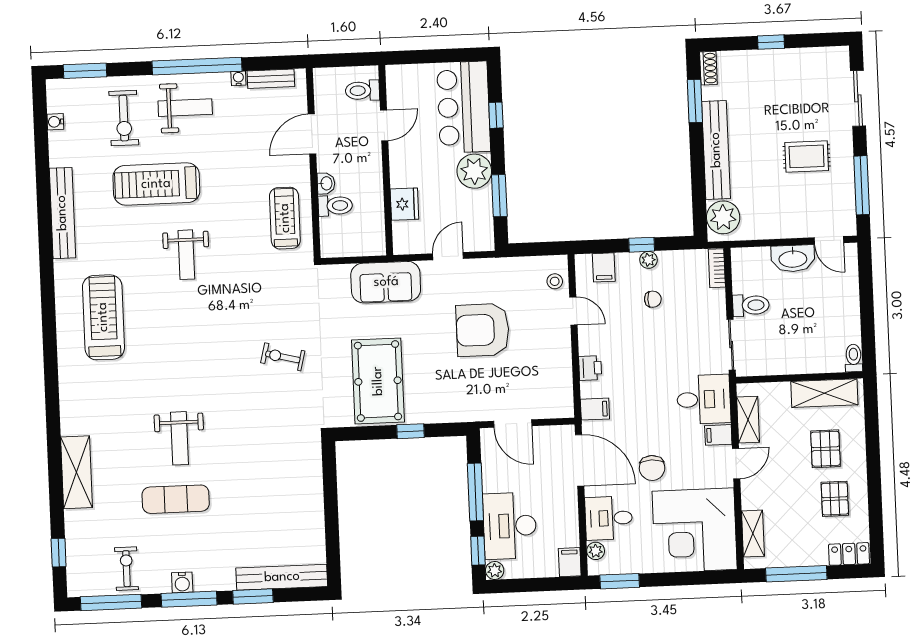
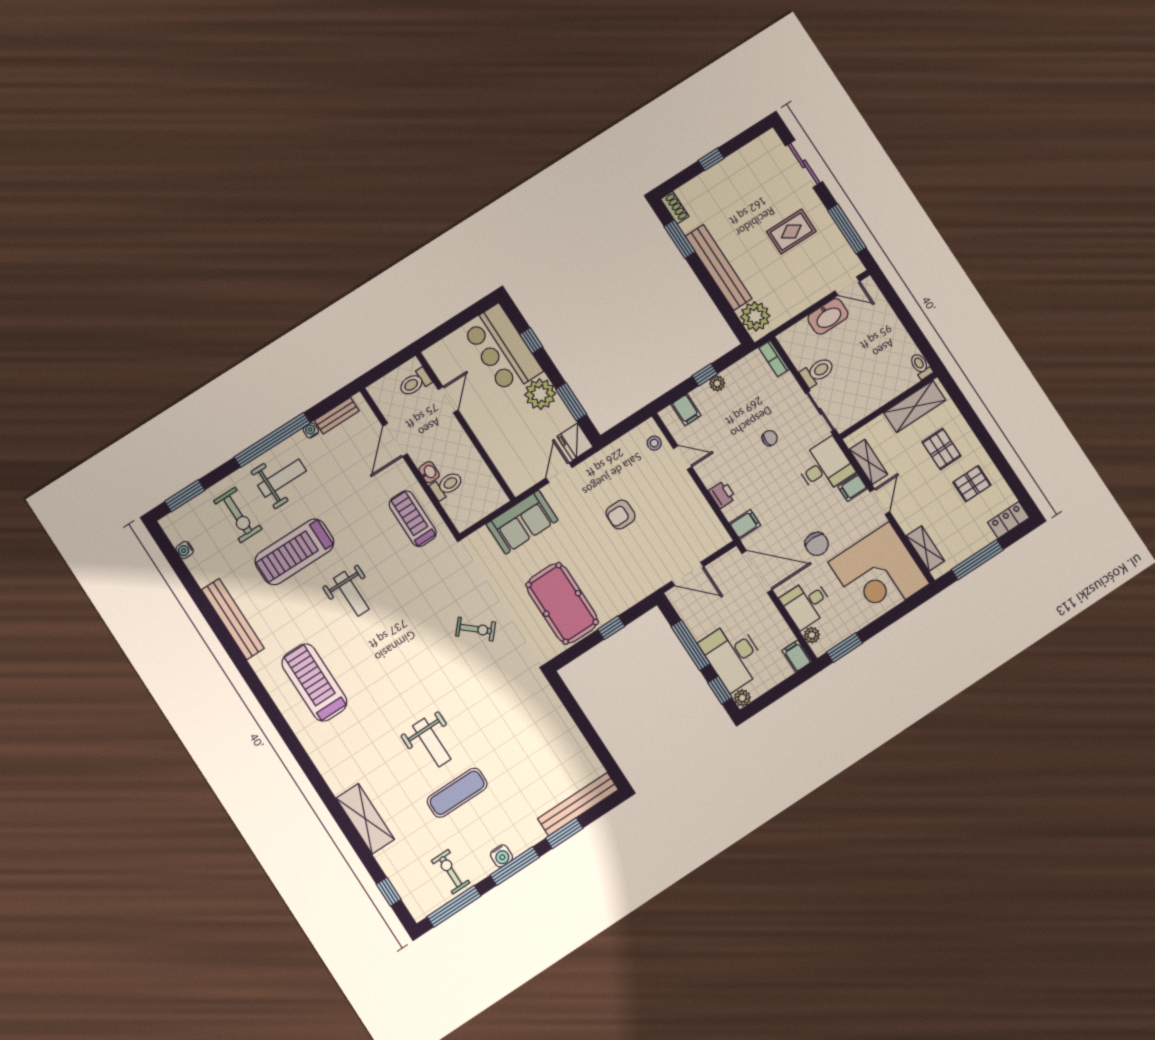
fridge: (404, 204) -> (575, 442), moved, turned 180
chair: (653, 299) -> (770, 438), moved
armchair: (483, 330) -> (621, 515), width x0.53, depth x0.53
exercise bike: (283, 357) -> (476, 629), turned -153
pallet: (835, 499) -> (972, 484), turned 90

